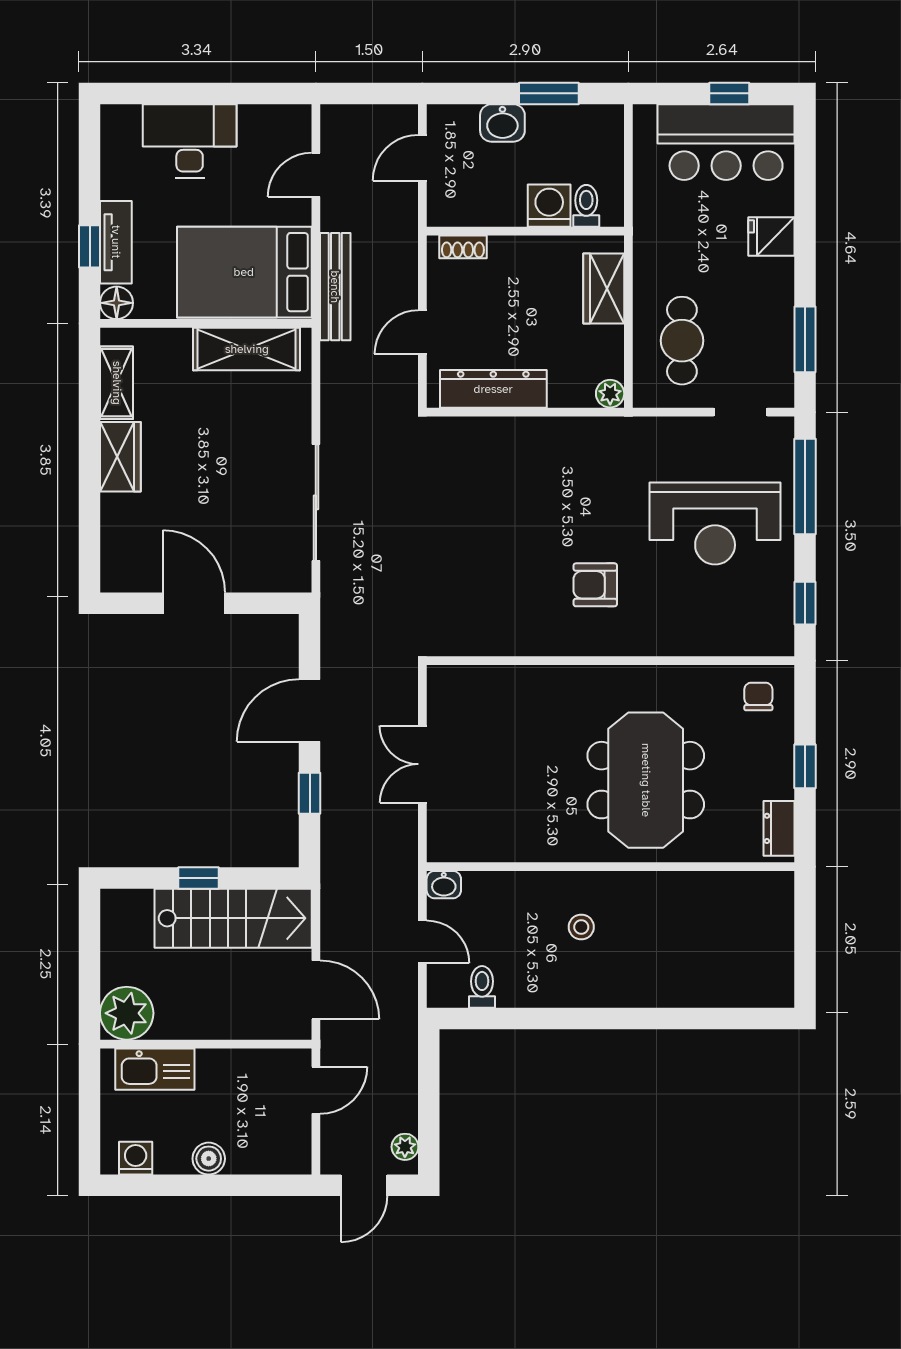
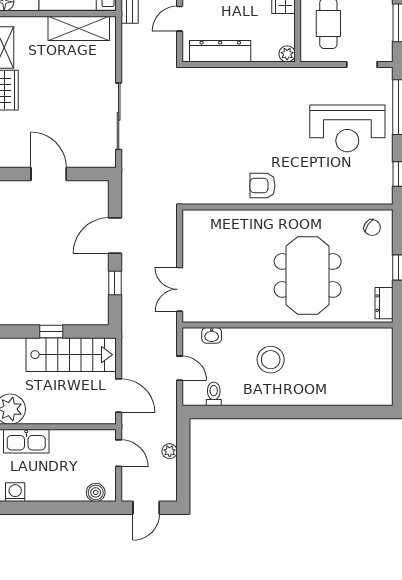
armchair: (595, 585) -> (262, 186), moved
chair: (758, 697) -> (372, 228), turned 124
double door: (422, 764) -> (180, 289), moved
washbasin: (444, 885) -> (212, 335), moved
stool: (581, 927) -> (271, 360), width x1.89, depth x1.89
door: (316, 1090) -> (119, 453), hinge flipped
plant: (405, 1147) -> (170, 451), moved
boiler: (209, 1159) -> (96, 492), moved

